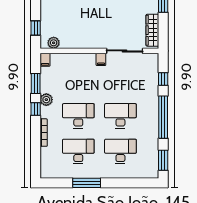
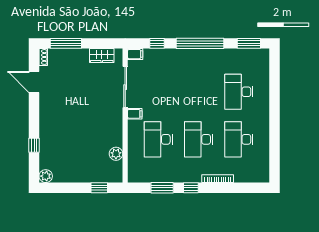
wardrobe: (152, 30) -> (102, 56), width x0.67
plant: (54, 43) -> (116, 154), moved
filing cabinet: (45, 60) -> (135, 54), moved
plant: (46, 100) -> (180, 176), removed
desk: (120, 116) -> (158, 139), moved
window: (87, 183) -> (275, 130), removed

